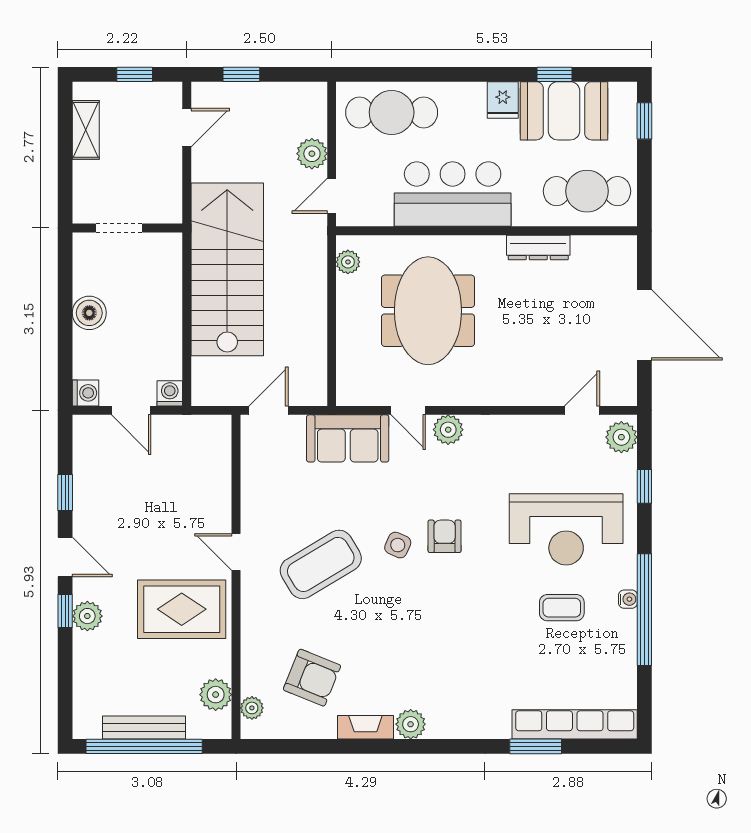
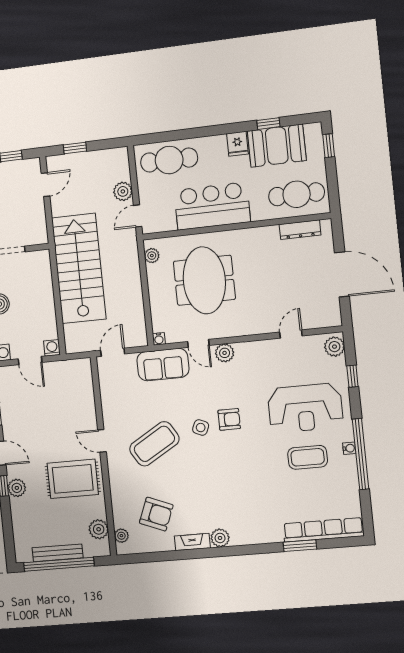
dresser: (538, 248) -> (300, 230), moved
water cooler: (345, 397) -> (159, 339), added
door: (582, 410) -> (291, 334), moved
armchair: (445, 536) -> (229, 419), turned 90
coffee table: (562, 608) -> (308, 457), width x1.36, depth x1.30

